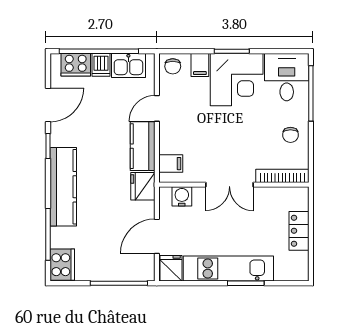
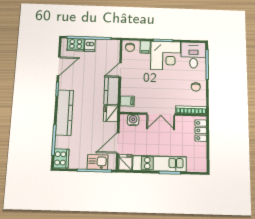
kitchen sink: (128, 65) -> (98, 162), moved, turned 180
locker: (299, 231) -> (201, 131), moved

